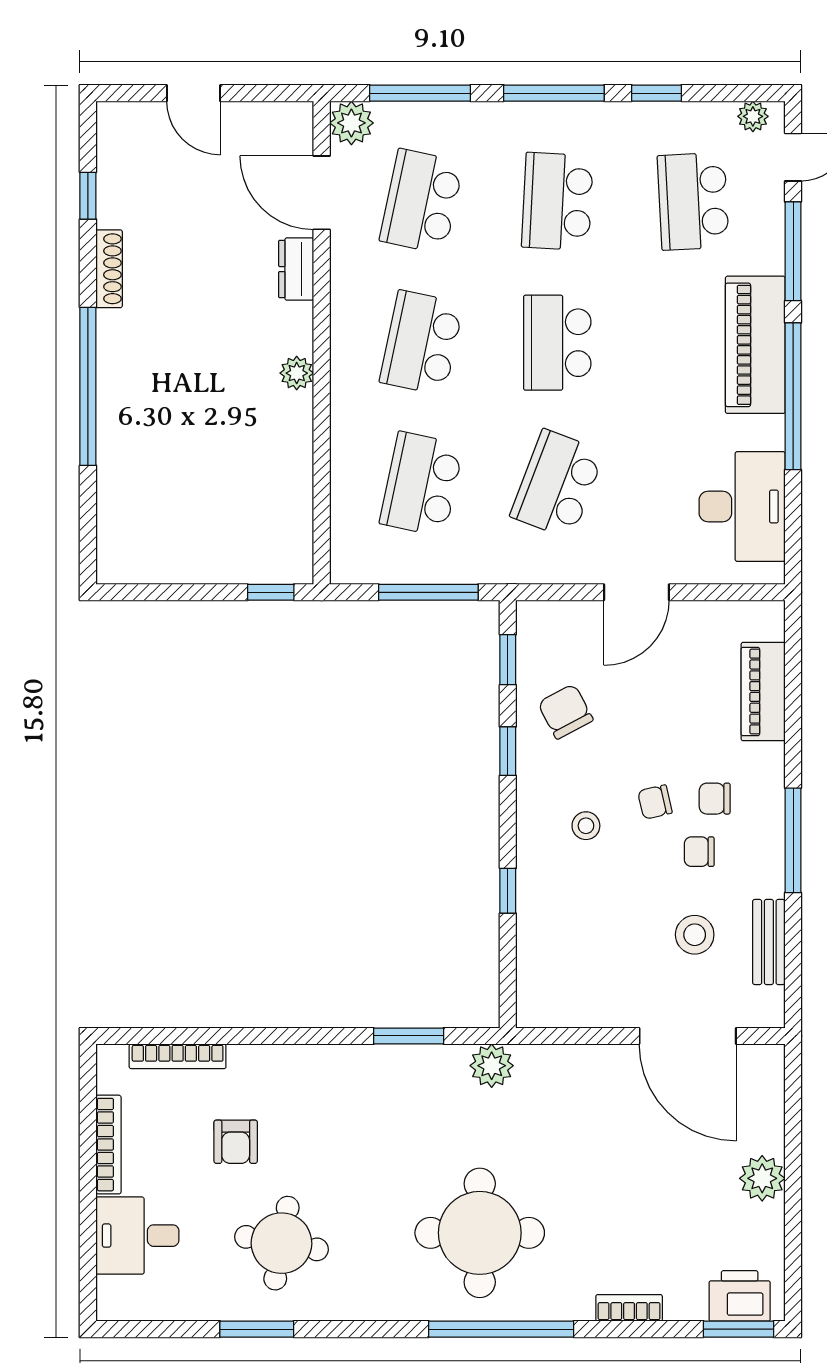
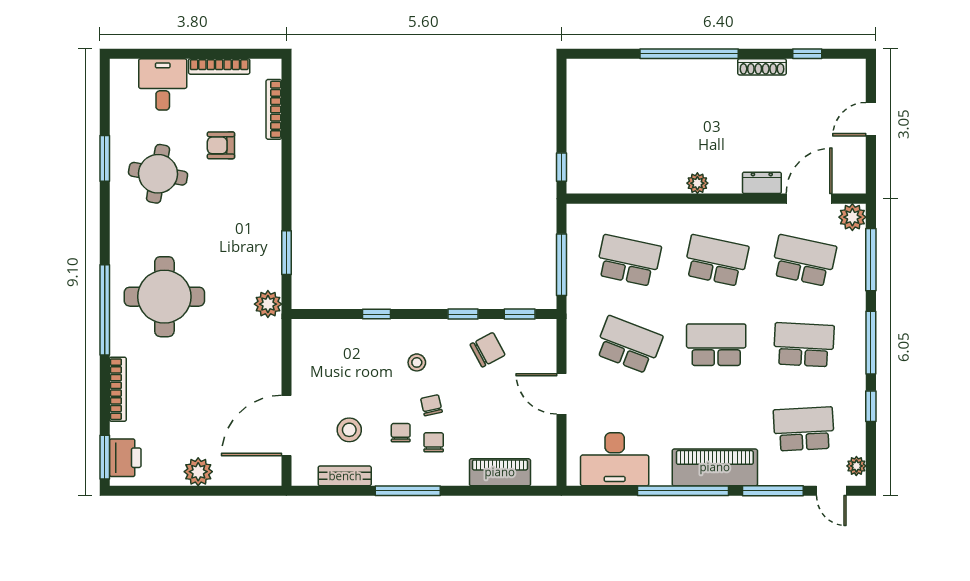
bookcase: (629, 1308) -> (118, 389), width x1.56

